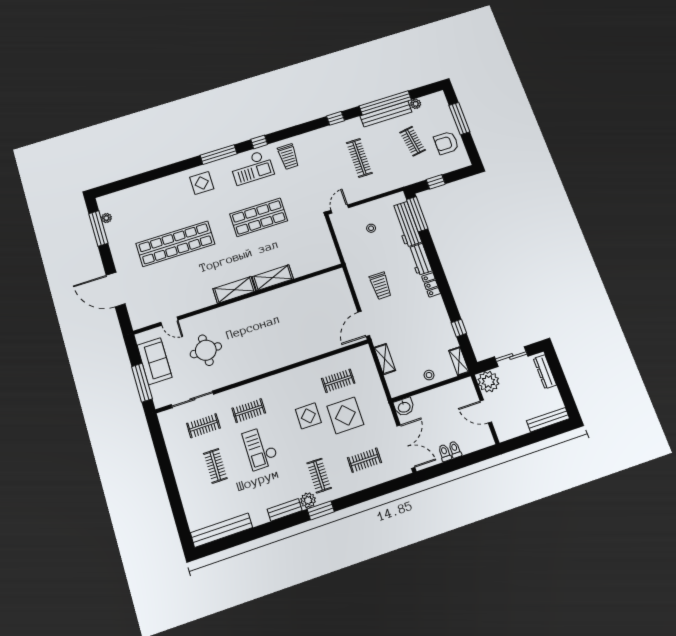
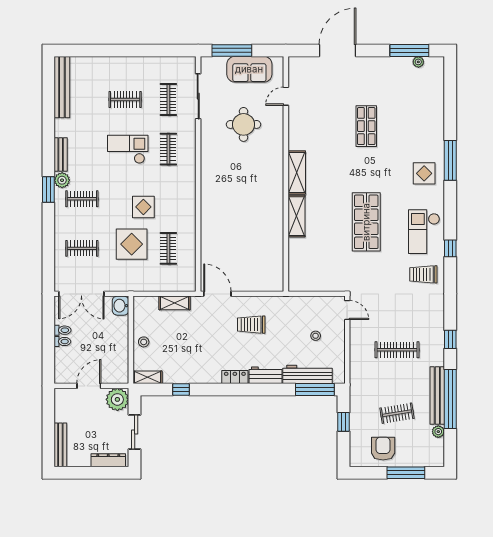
window: (219, 155) -> (450, 160), moved
shop shelf: (175, 244) -> (366, 126), width x0.50, depth x0.74
clothes rail: (364, 460) -> (82, 248), turned 90

